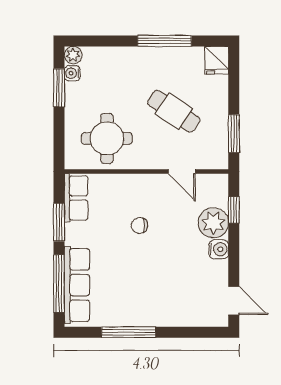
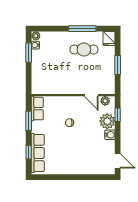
cafe table: (174, 111) -> (84, 49), moved, turned -34
window: (234, 134) -> (118, 65), moved
round table: (107, 138) -> (53, 78), removed
plant: (209, 183) -> (105, 101), added
window: (59, 284) -> (29, 152), width x0.46
window: (129, 332) -> (64, 177), removed

